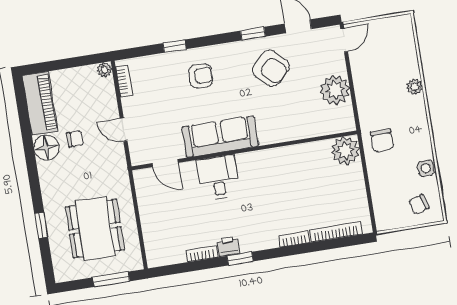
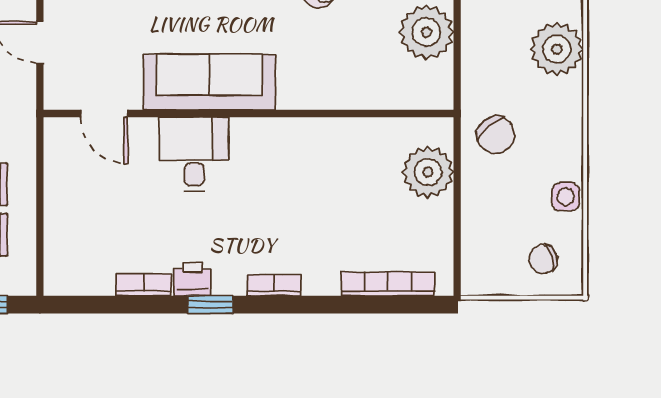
plant: (415, 87) -> (557, 49), width x1.88, depth x1.88
chair: (382, 140) -> (496, 135), turned -40
plant: (345, 151) -> (428, 172), moved
bookcase: (294, 239) -> (274, 285), moved

